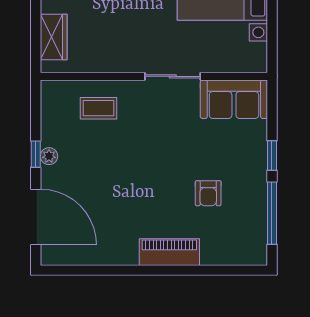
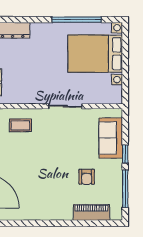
sofa: (234, 99) -> (111, 138), moved, turned 90
piano: (169, 252) -> (92, 212), moved

